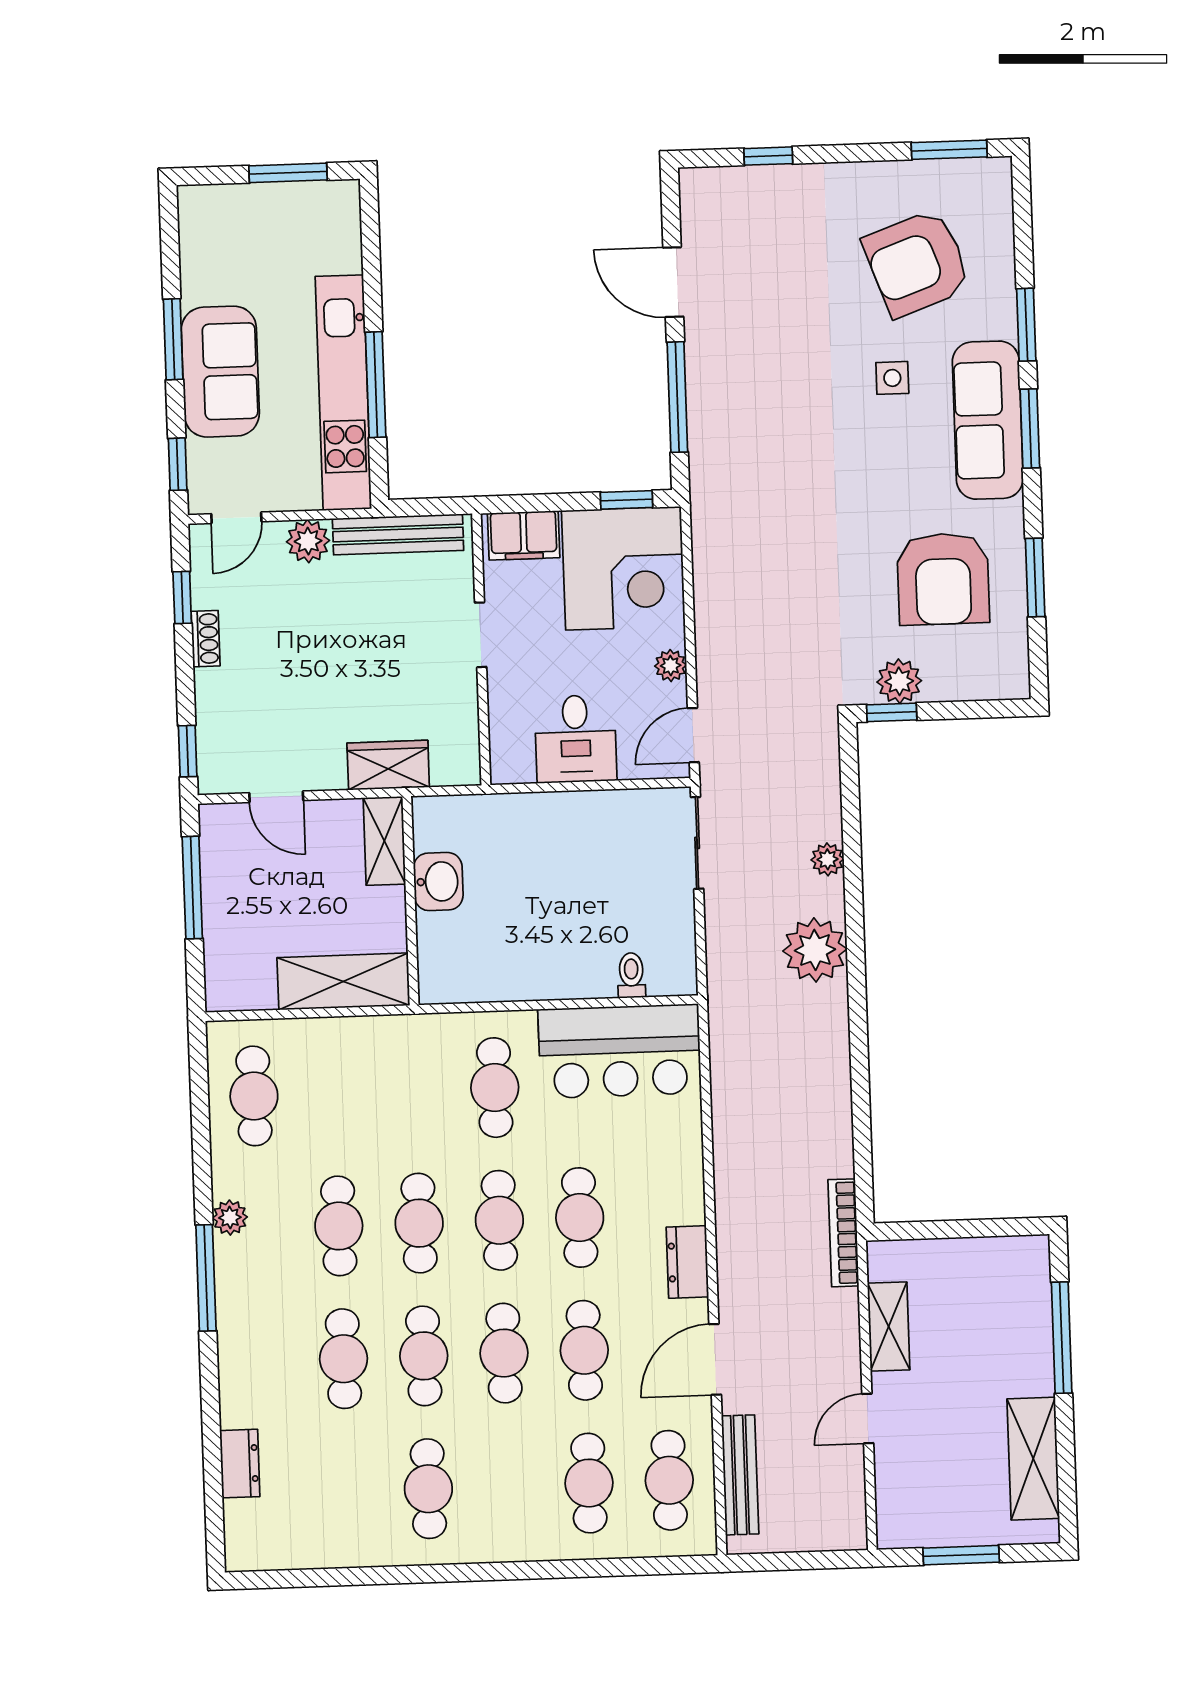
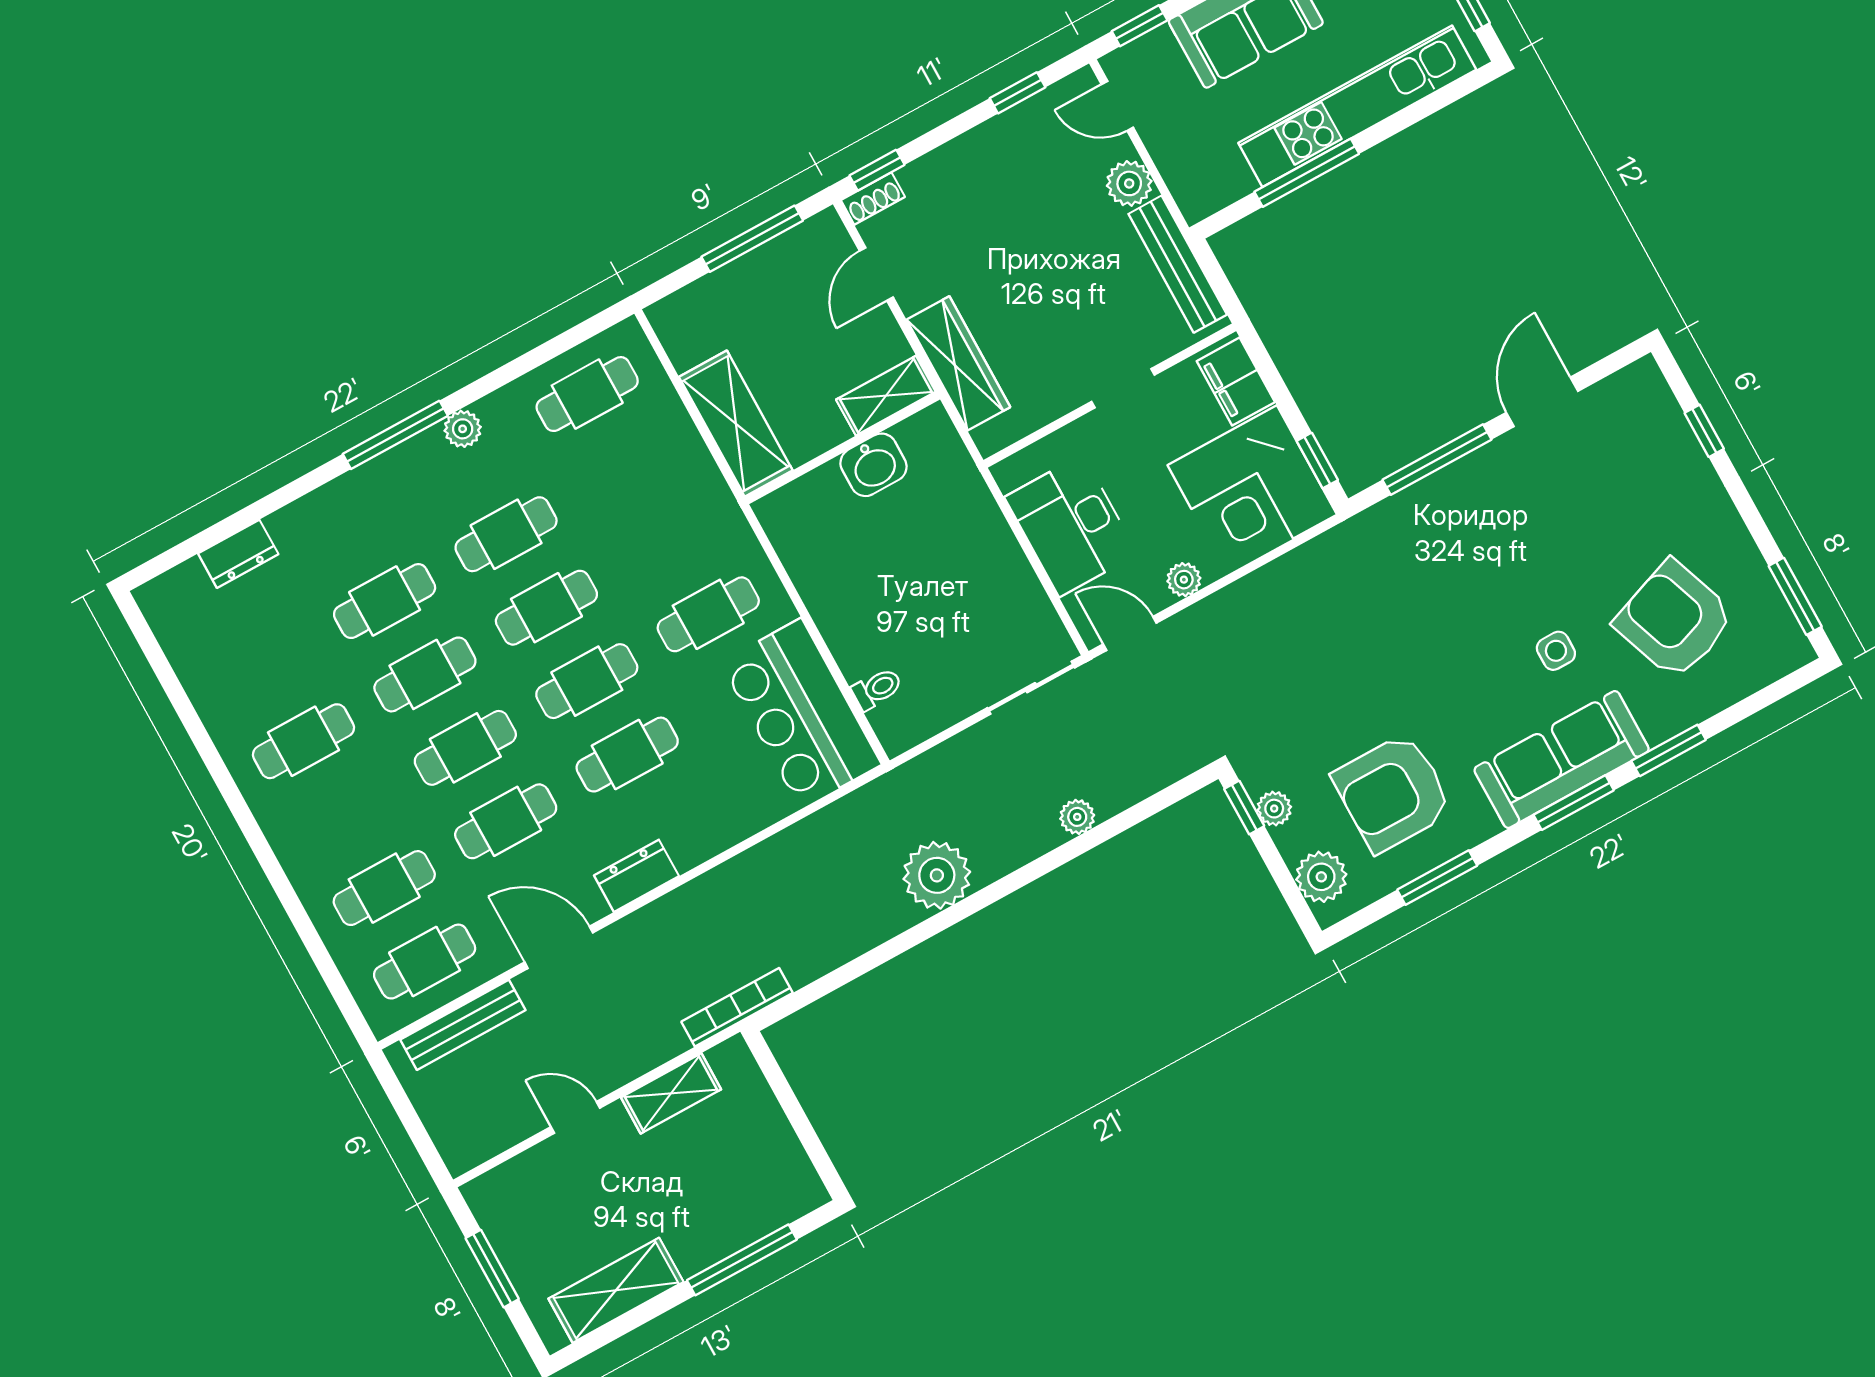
kitchen unit: (343, 393) -> (1357, 106), moved
shoe rack: (206, 639) -> (873, 198), moved
plant: (984, 676) -> (1321, 877), added
plant: (899, 681) -> (1274, 809), width x0.73, depth x0.73
desk: (576, 739) -> (1071, 526), width x1.37
wardrobe: (388, 765) -> (958, 363), width x1.50
plant: (815, 950) -> (937, 875), moved

